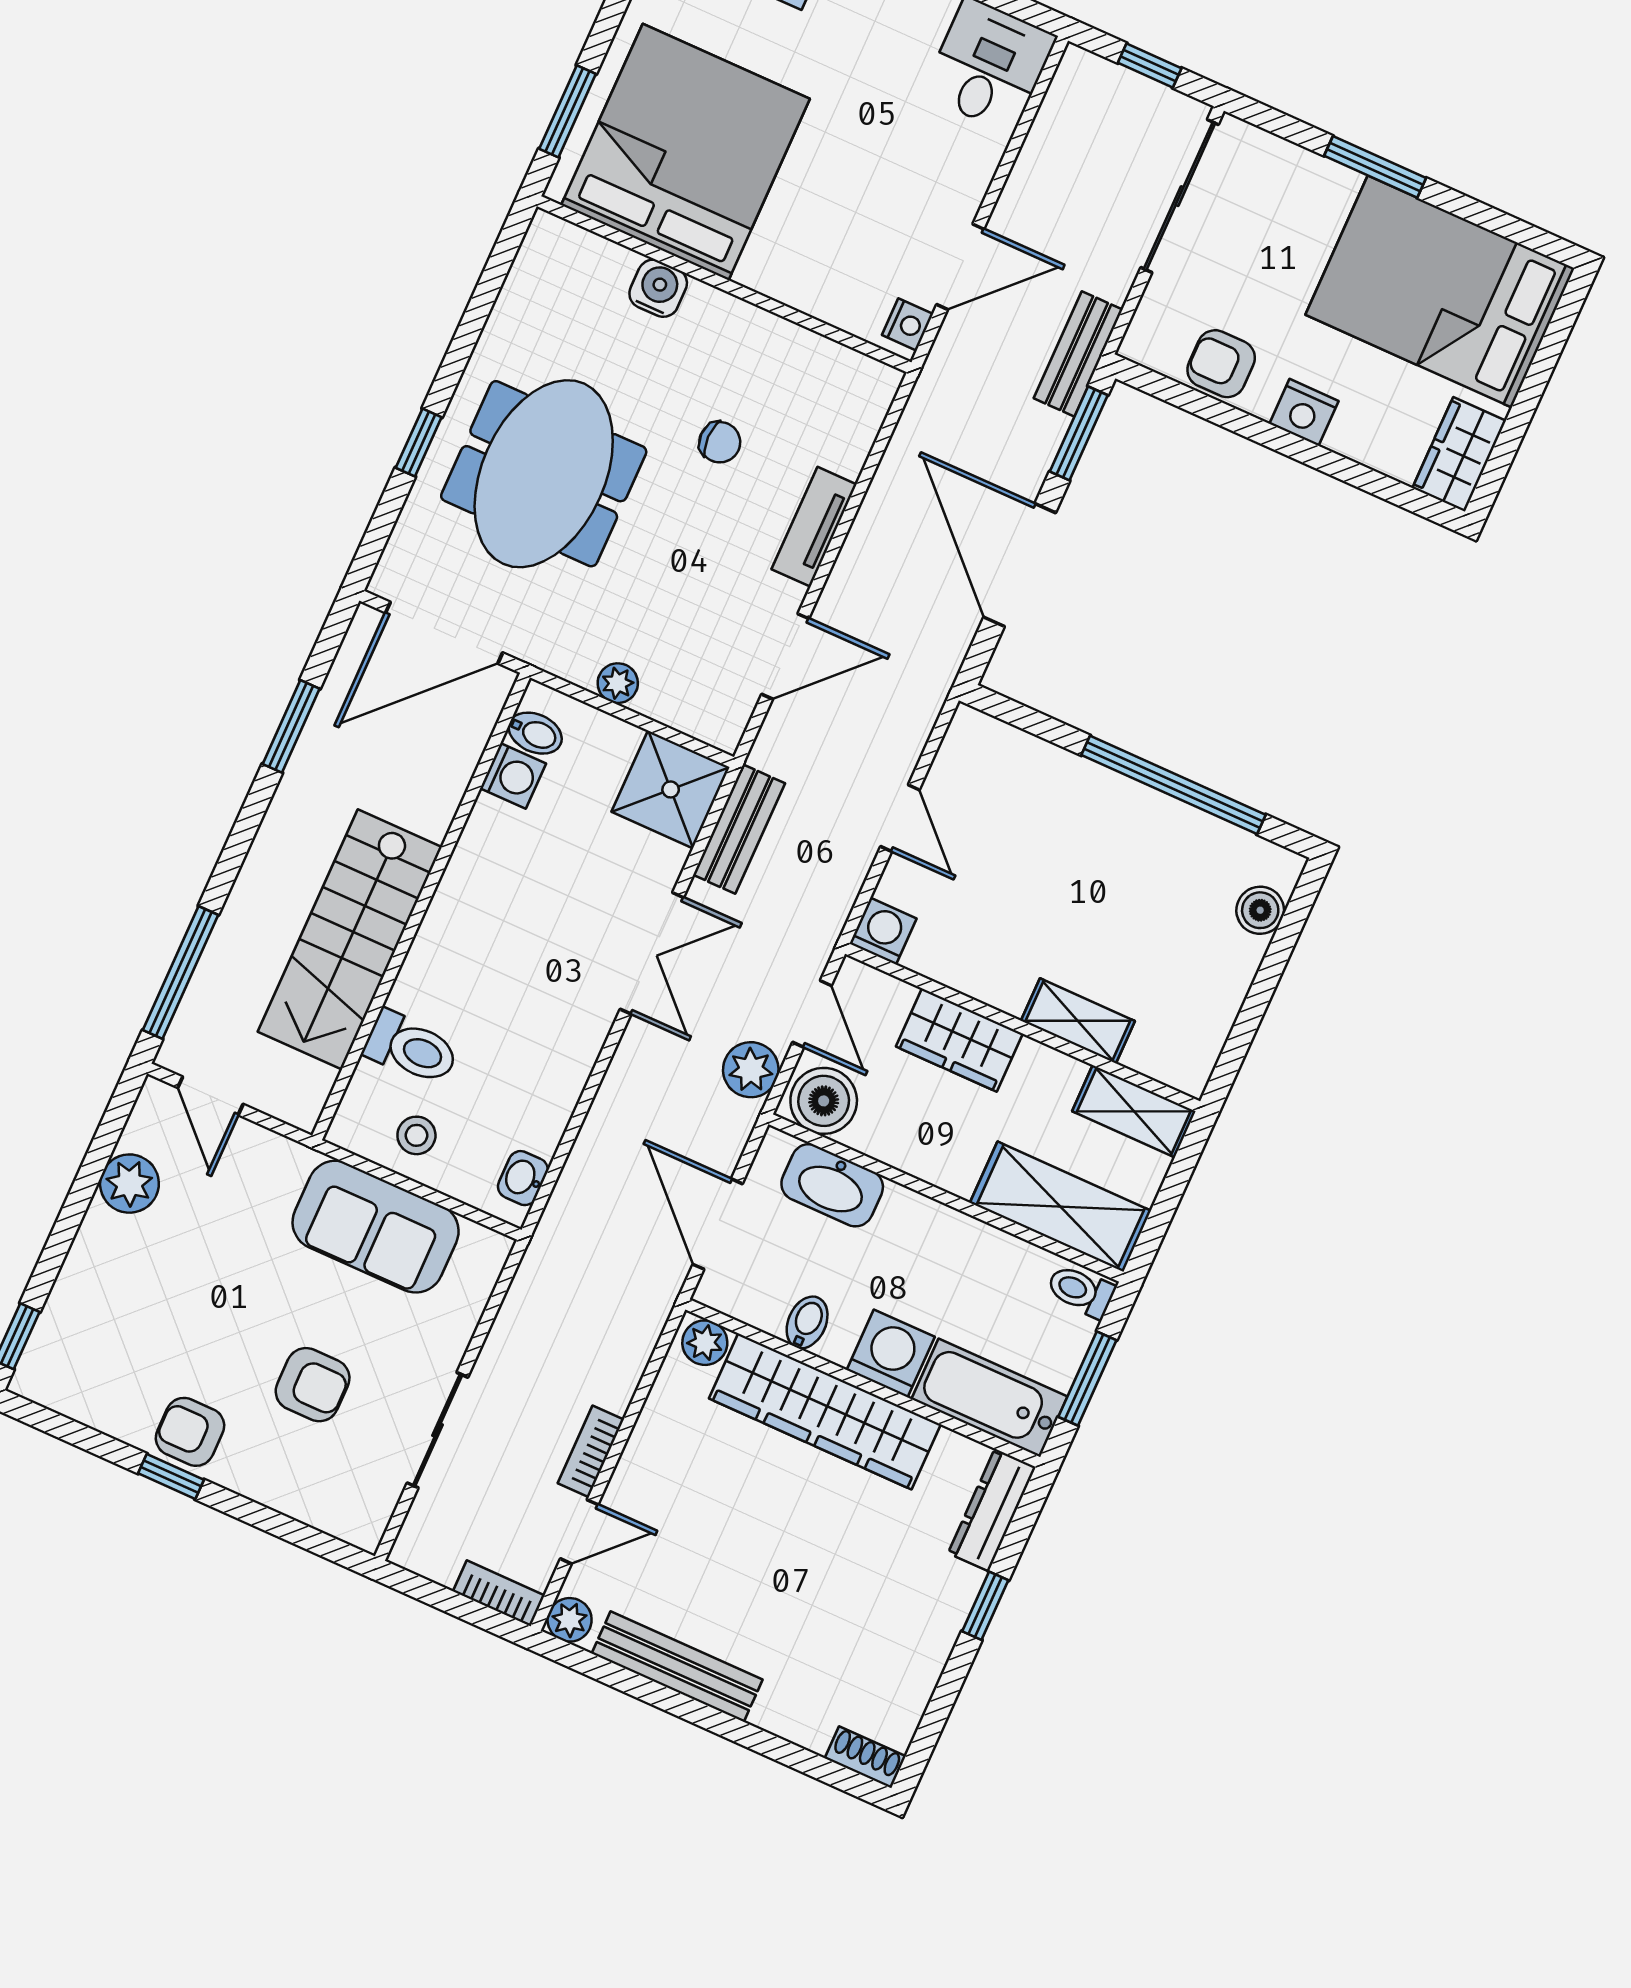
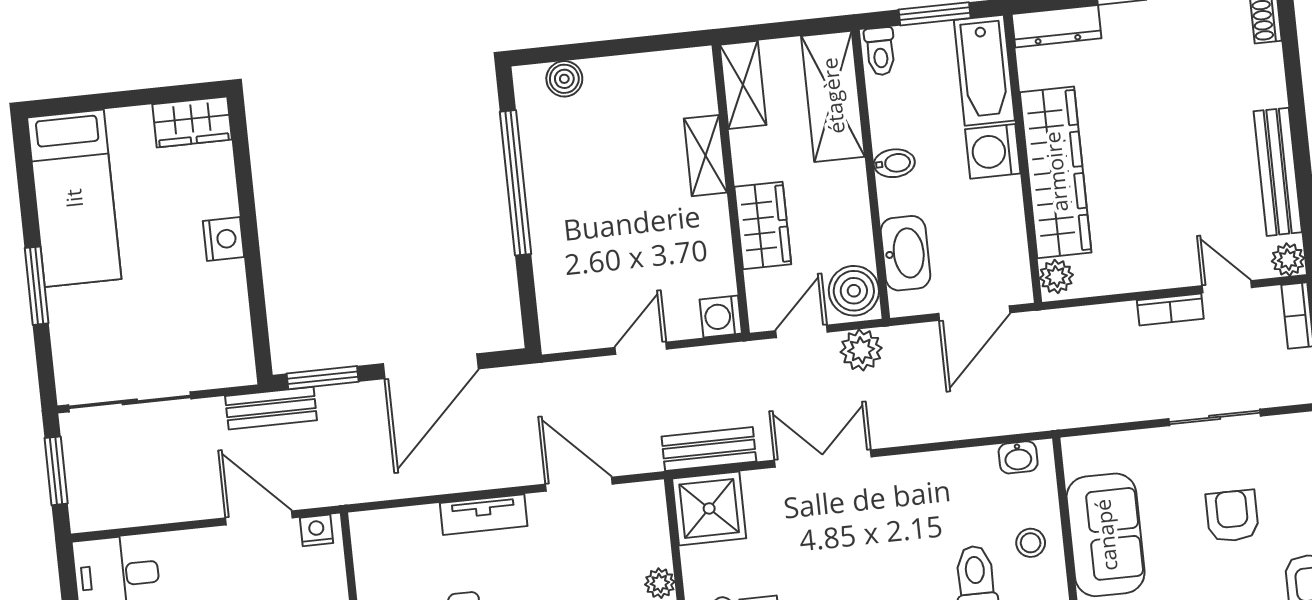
window: (1150, 66) -> (56, 471), width x1.50
bed: (1440, 292) -> (74, 198), width x0.67
armchair: (1221, 364) -> (223, 311), removed
bidet: (807, 1322) -> (894, 163), moved, turned 180

